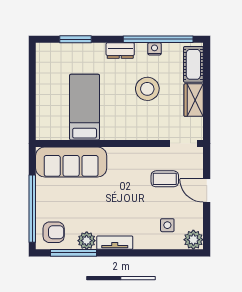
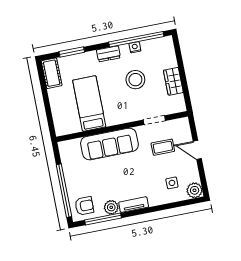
cot: (193, 64) -> (52, 73), moved
doorway: (183, 143) -> (154, 120), moved
sofa: (71, 162) -> (109, 144), moved

